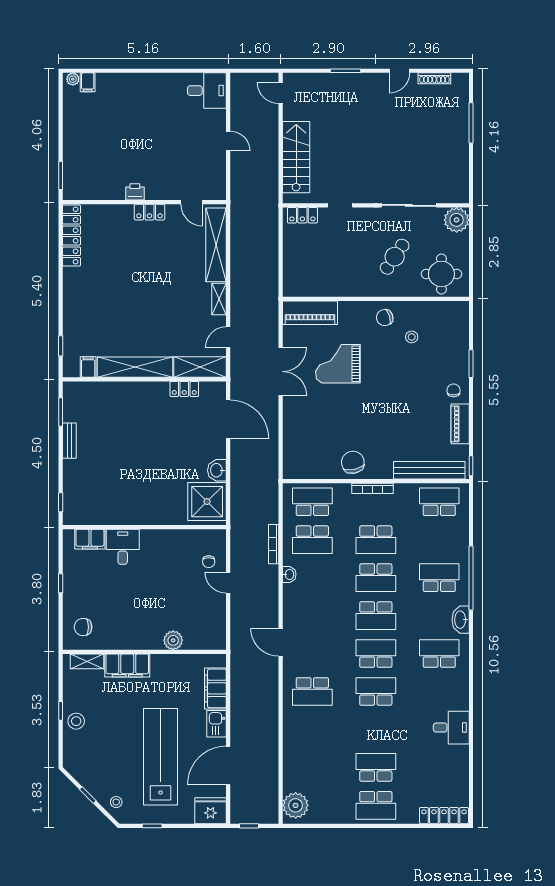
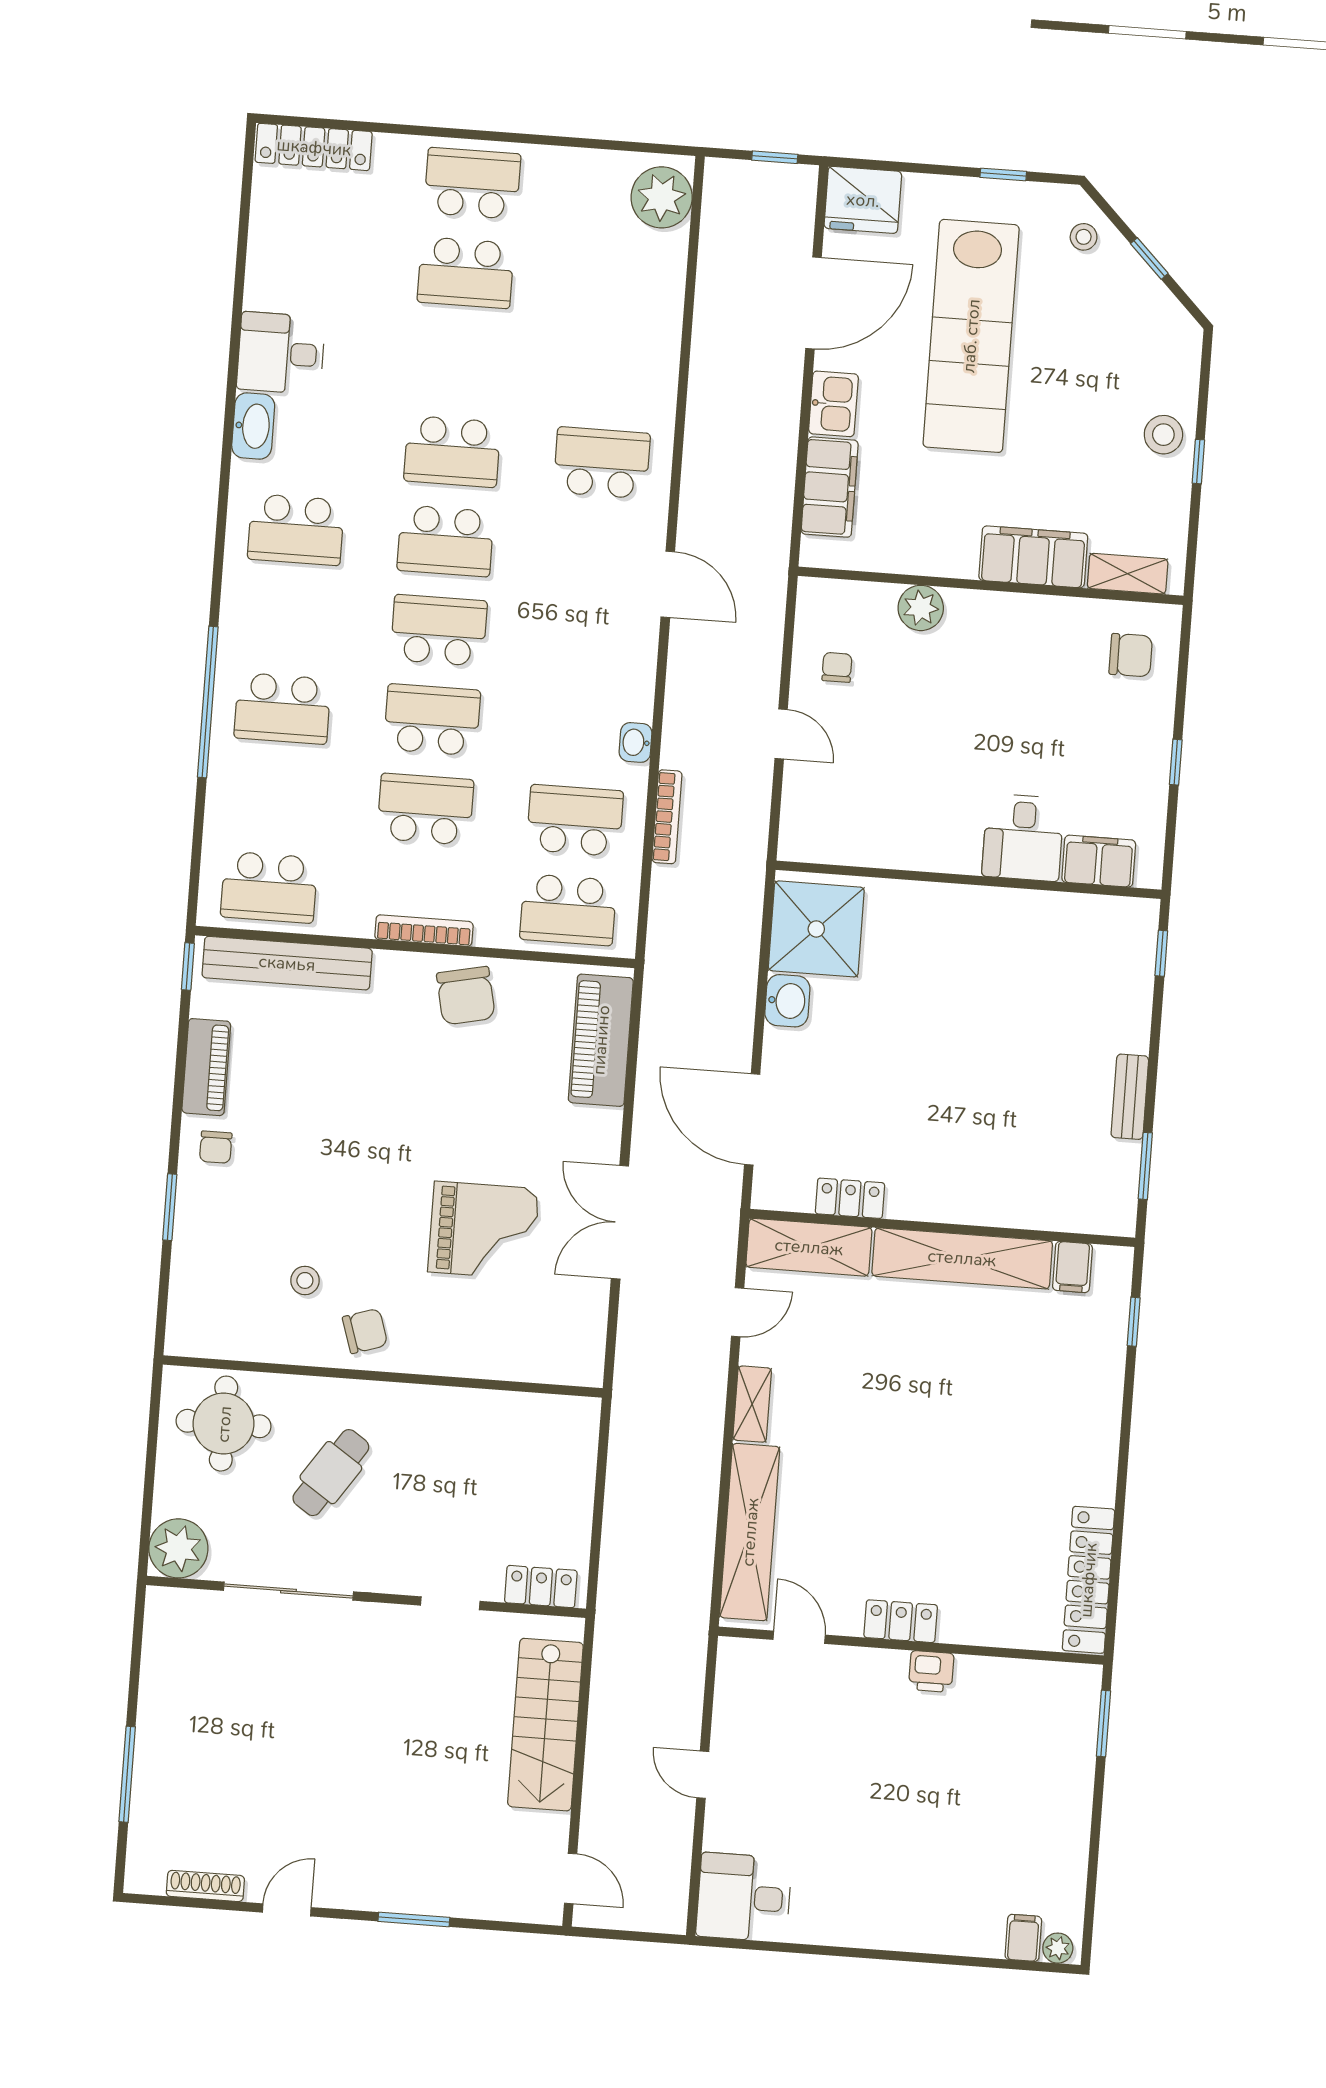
piano: (310, 313) -> (601, 1040), moved, turned -90
chair: (209, 562) -> (837, 667), moved
washbasin: (461, 620) -> (253, 426), moved

